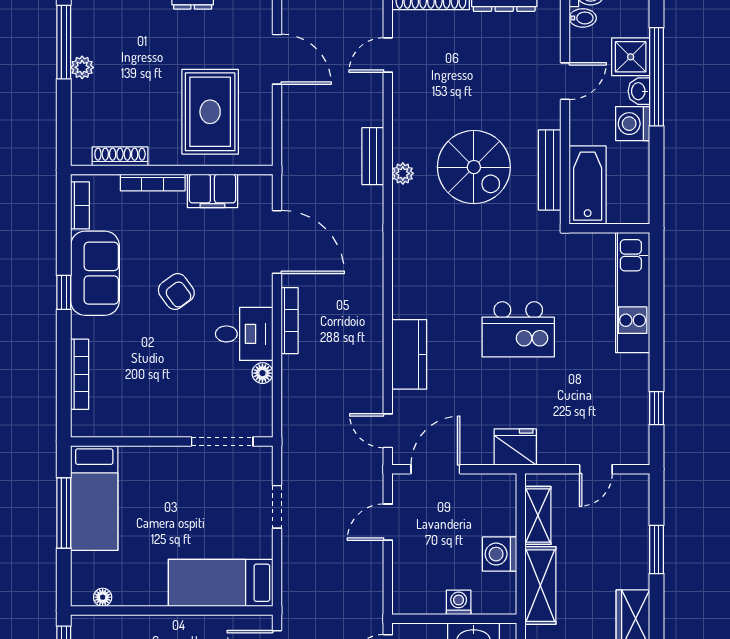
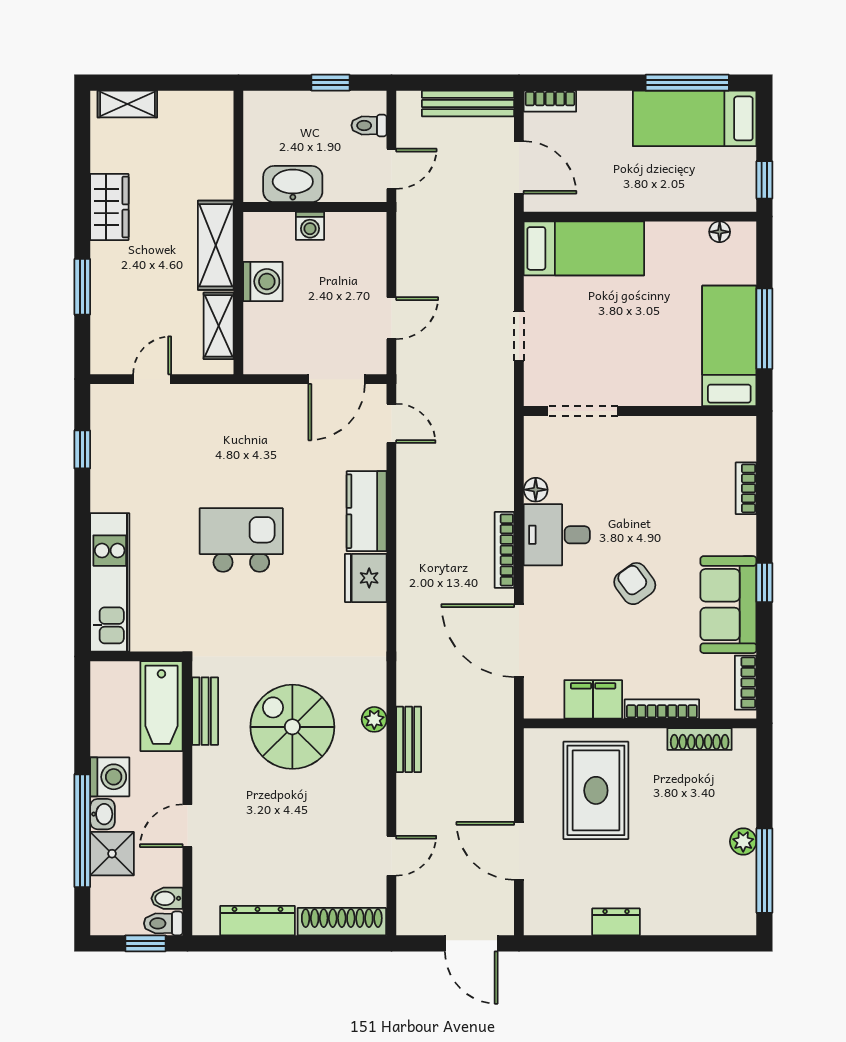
bench: (550, 170) -> (205, 711), width x0.73
bookcase: (80, 374) -> (746, 488), width x0.64
fridge: (515, 447) -> (366, 578), moved, turned 90

